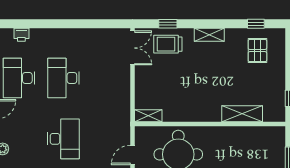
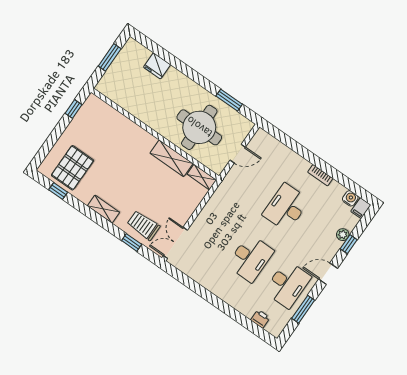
trolley: (168, 44) -> (143, 225), turned 180
pallet: (257, 51) -> (72, 168), width x1.50, depth x1.42
shelving: (242, 114) -> (171, 158), moved

